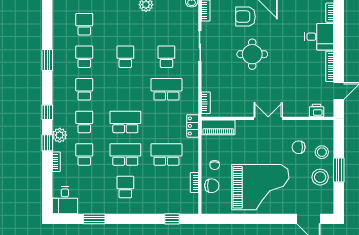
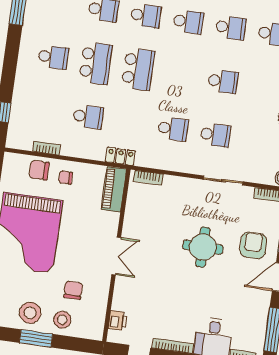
school desk: (166, 89) -> (173, 129), width x0.54
school desk: (166, 154) -> (88, 117), width x0.54
chair: (212, 186) -> (39, 170), turned 90

